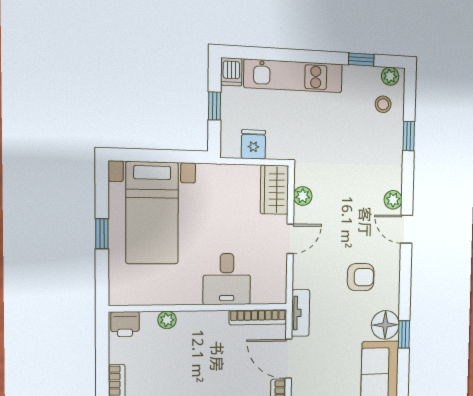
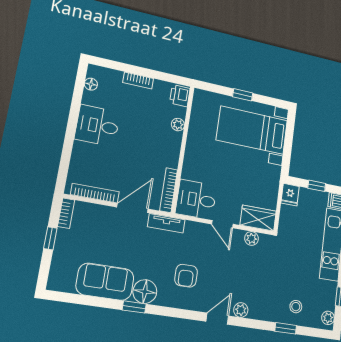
stool: (383, 104) -> (296, 307), moved
fridge: (253, 144) -> (290, 195), moved, turned 90
desk: (227, 279) -> (196, 200), moved

